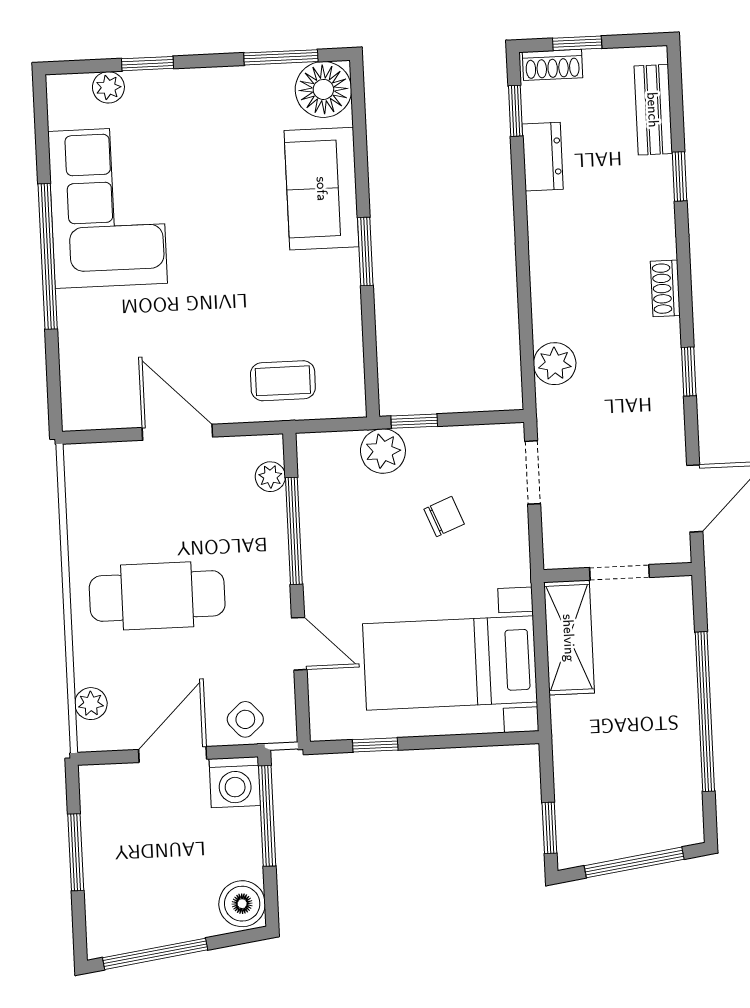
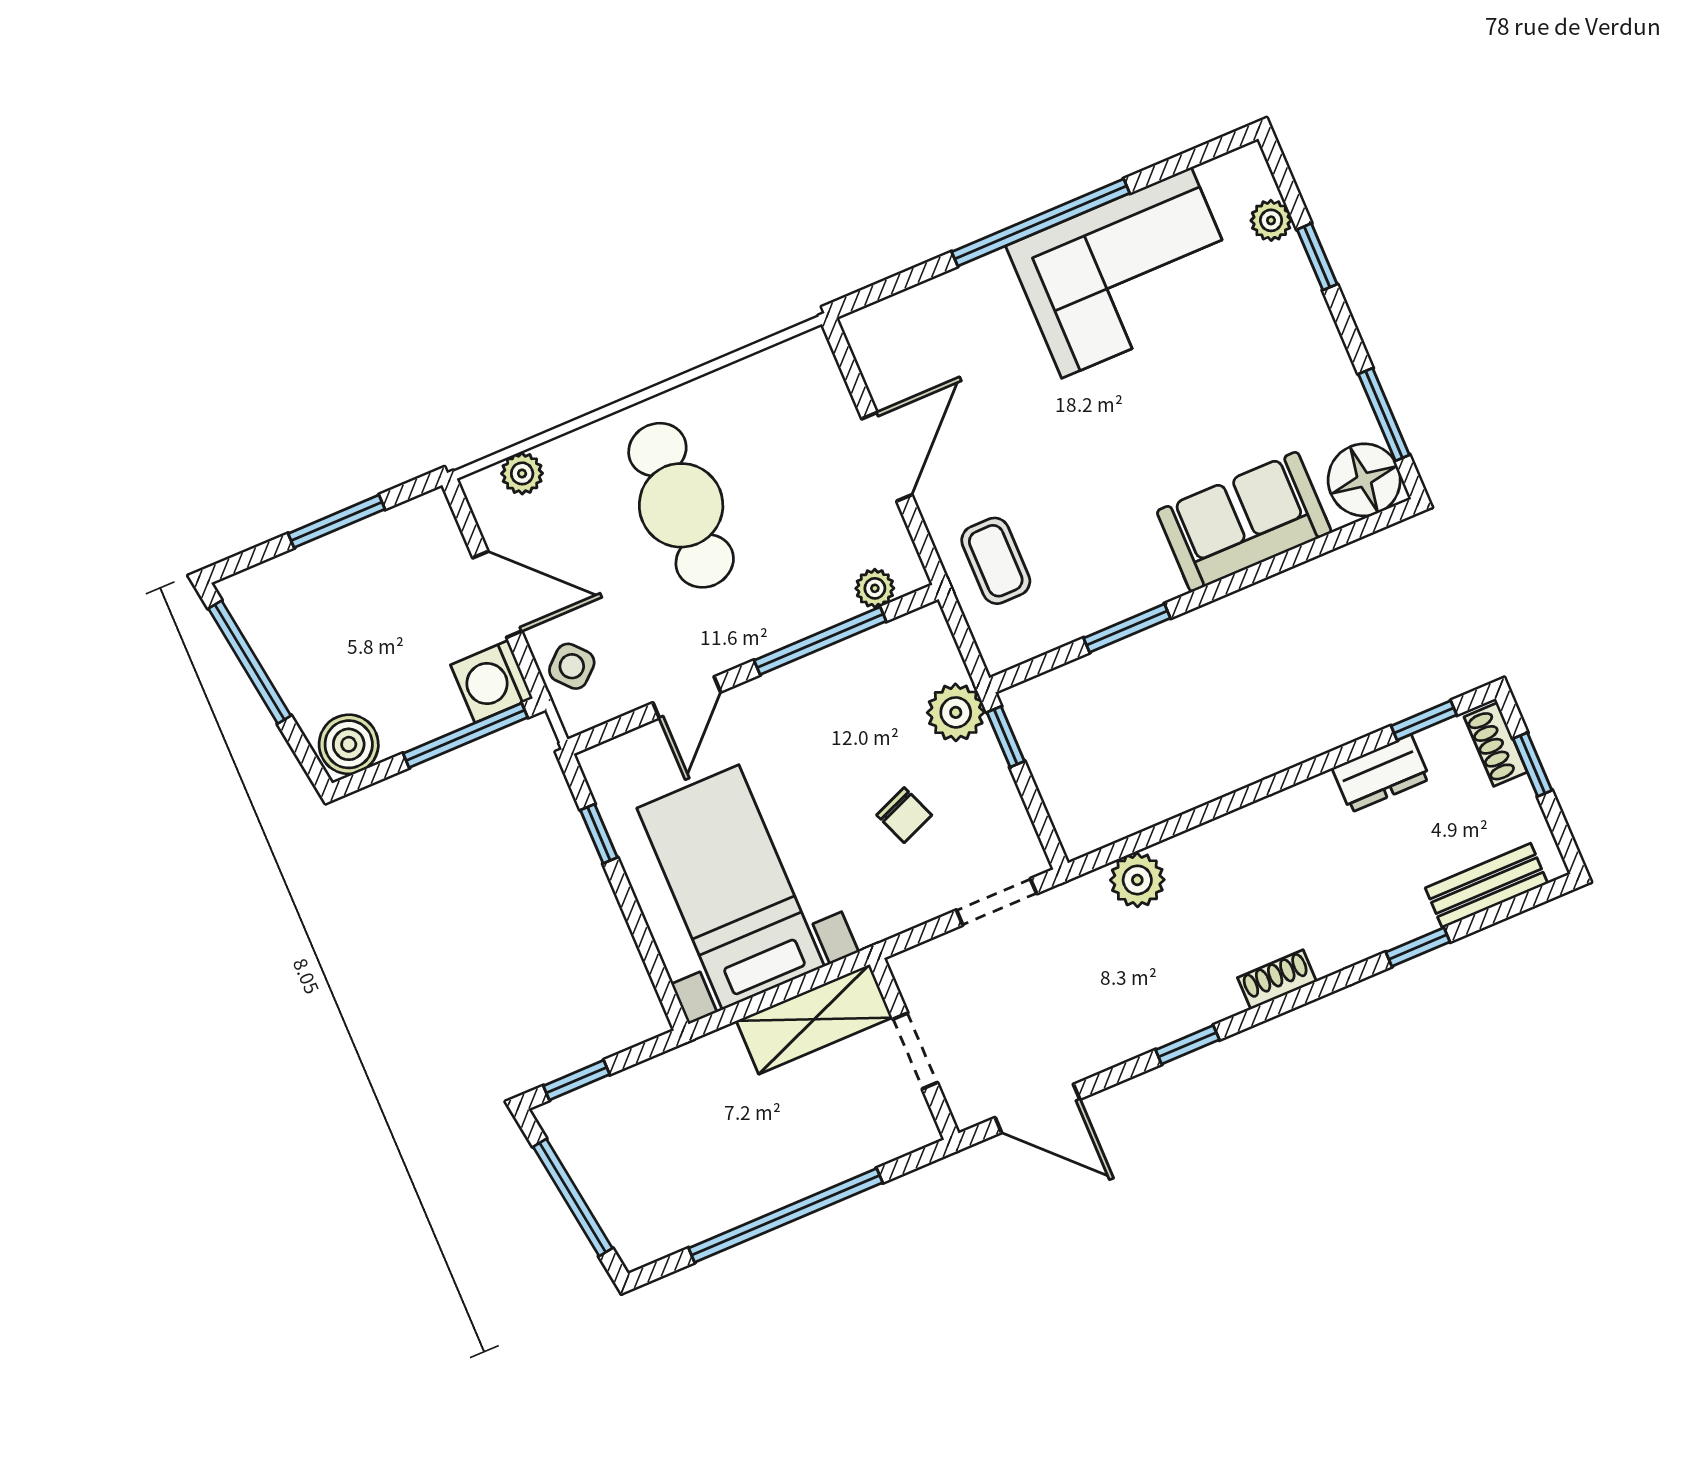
window: (365, 251) -> (1127, 628), moved

